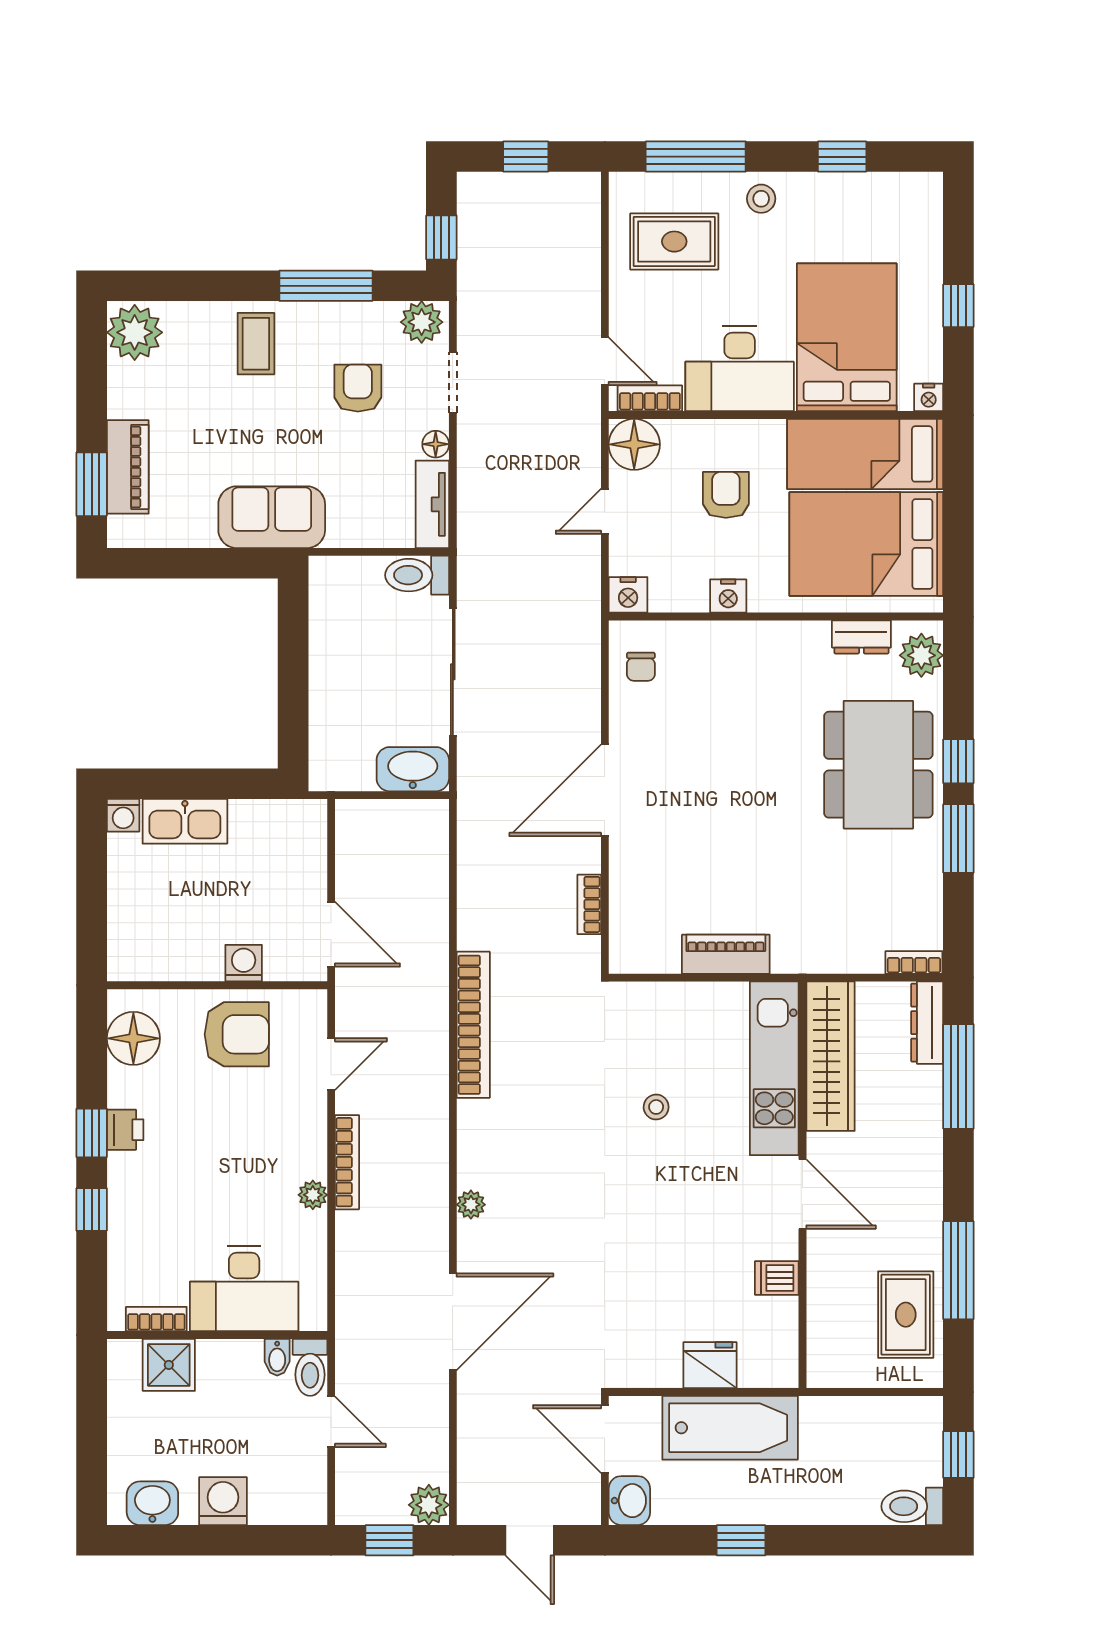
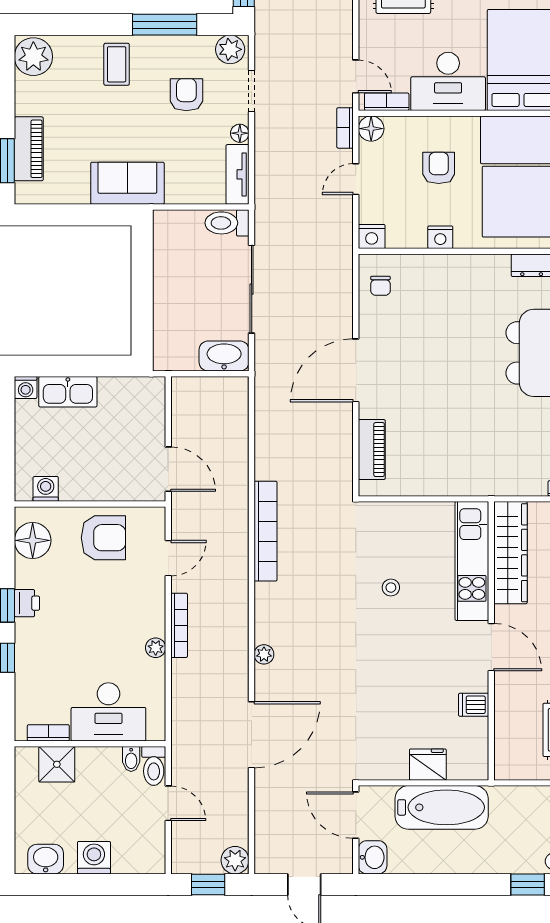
floor lamp: (634, 444) -> (371, 129), width x0.73, depth x0.73
bookcase: (589, 904) -> (345, 128), moved
piano: (726, 954) -> (372, 450), moved, turned 90
washing machine: (244, 963) -> (46, 489), moved
window: (741, 1540) -> (528, 885), moved

